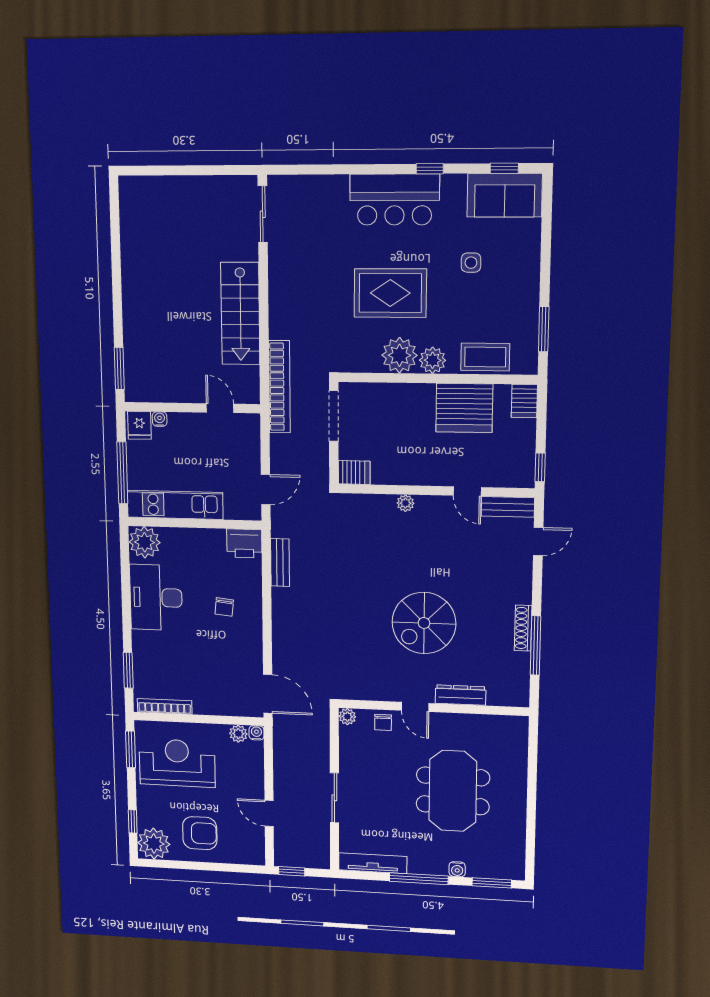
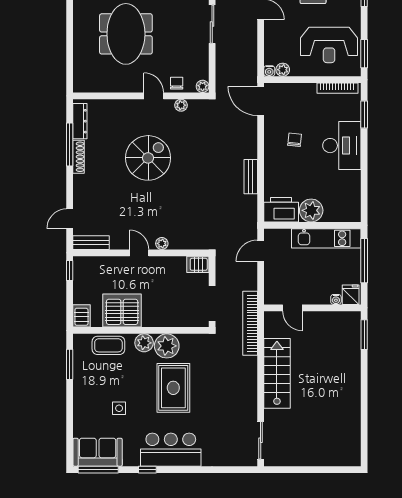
window: (504, 168) -> (98, 470), width x2.17
rug: (390, 293) -> (173, 388), turned 90
door: (467, 491) -> (139, 253), moved
plant: (145, 542) -> (311, 210), moved
printer: (244, 543) -> (281, 210), width x1.37, depth x1.19
bench: (280, 563) -> (251, 177), moved
desk: (156, 597) -> (342, 146), moved
chair: (224, 607) -> (295, 140), moved
plant: (377, 693) -> (181, 105), added
dresser: (461, 695) -> (80, 121), moved, turned -90

